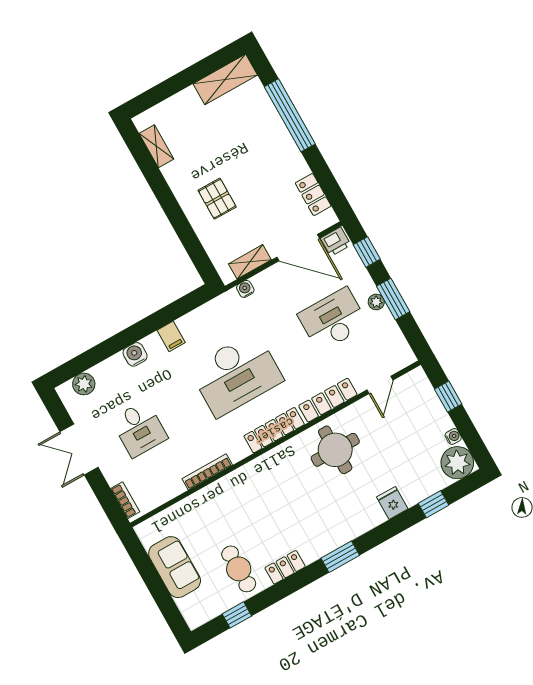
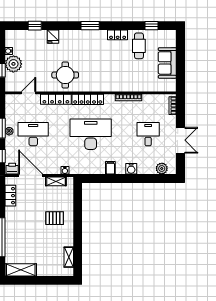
pallet: (217, 199) -> (55, 218), turned 90
desk: (333, 320) -> (33, 134), turned 180
plant: (457, 463) -> (13, 64), moved

